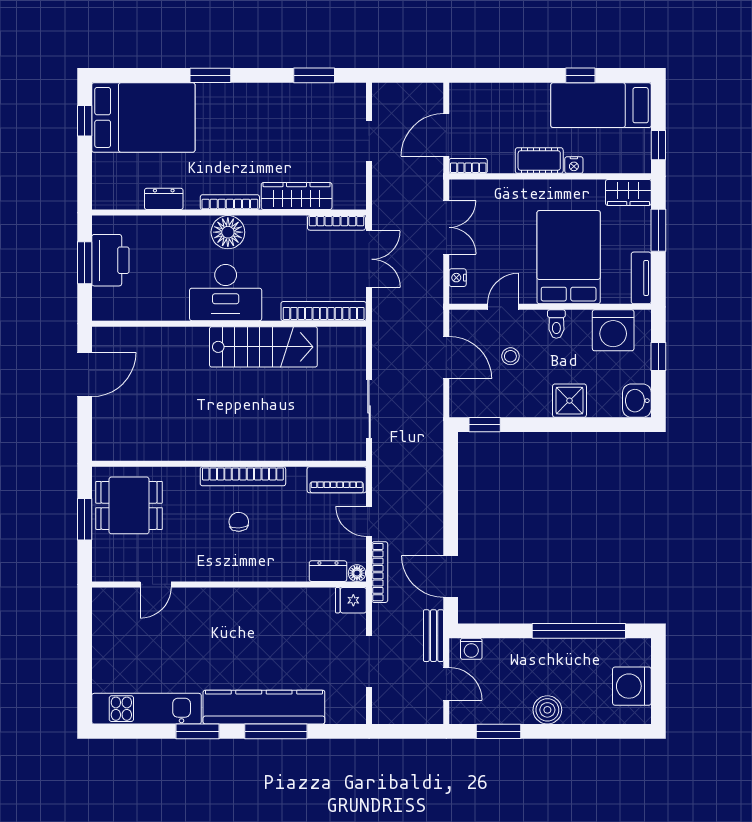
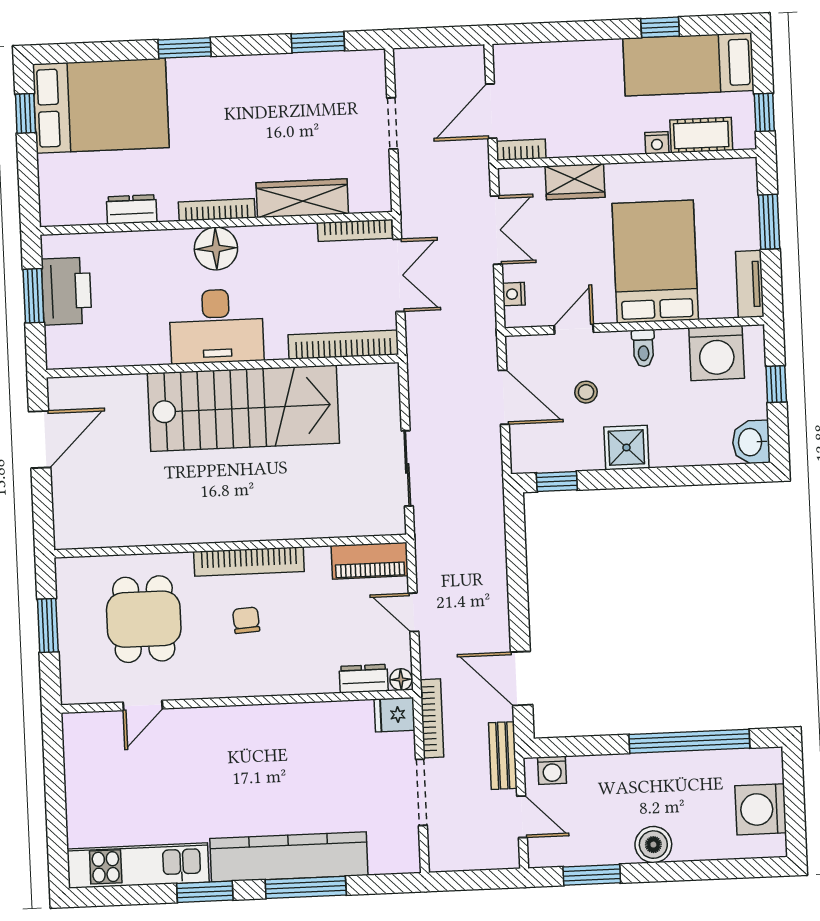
cot: (539, 161) -> (701, 135), moved
wardrobe: (628, 192) -> (575, 182), moved
stairs: (263, 347) -> (243, 408), width x1.36, depth x1.51
shower: (569, 401) -> (626, 447), moved
dining table: (129, 505) -> (144, 619), moved, turned 90
bookcase: (380, 572) -> (432, 718), moved

